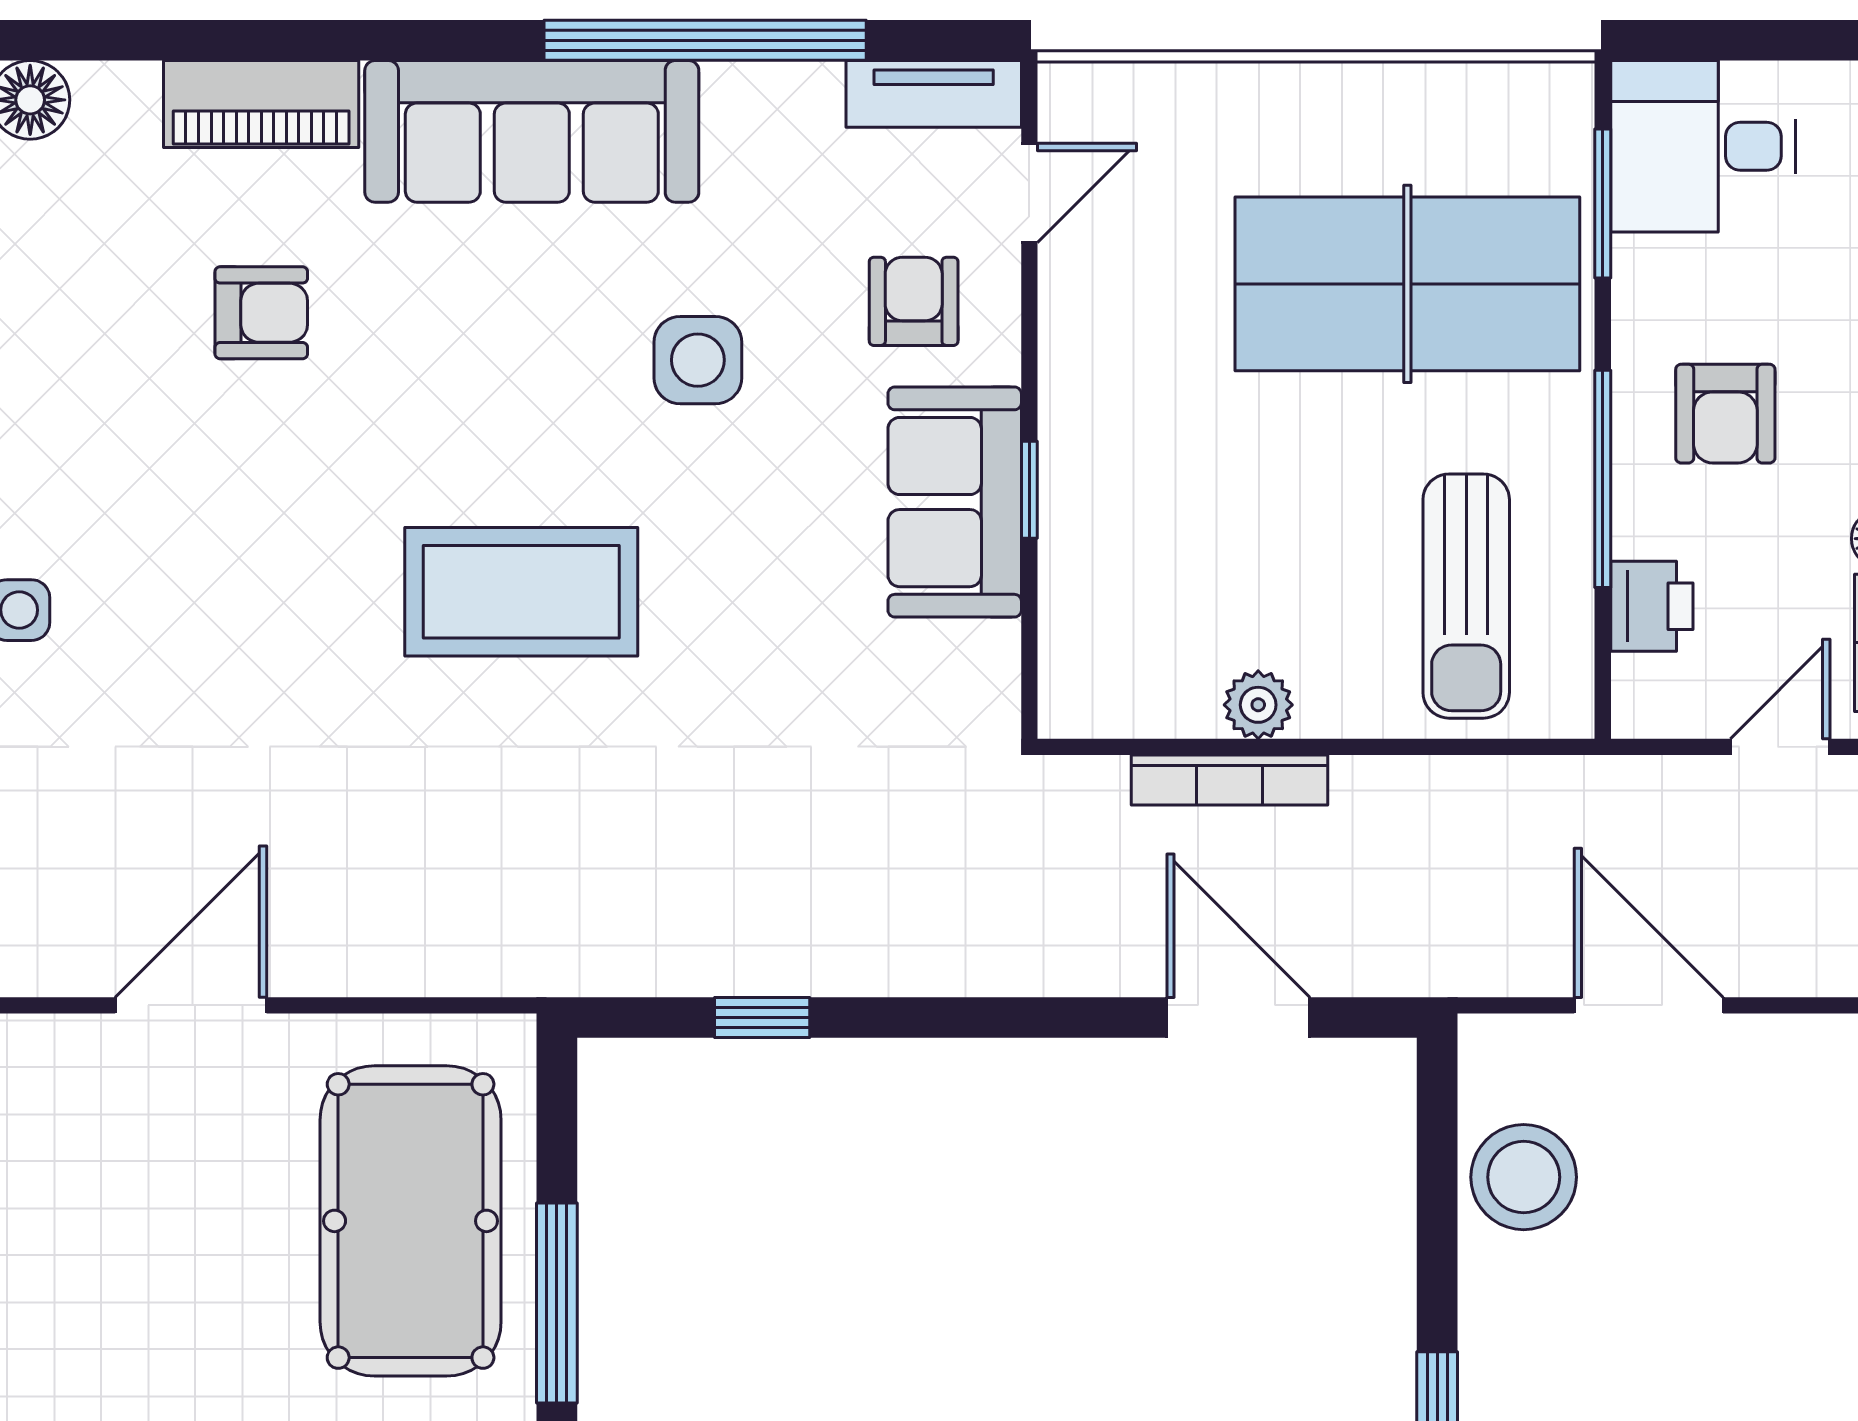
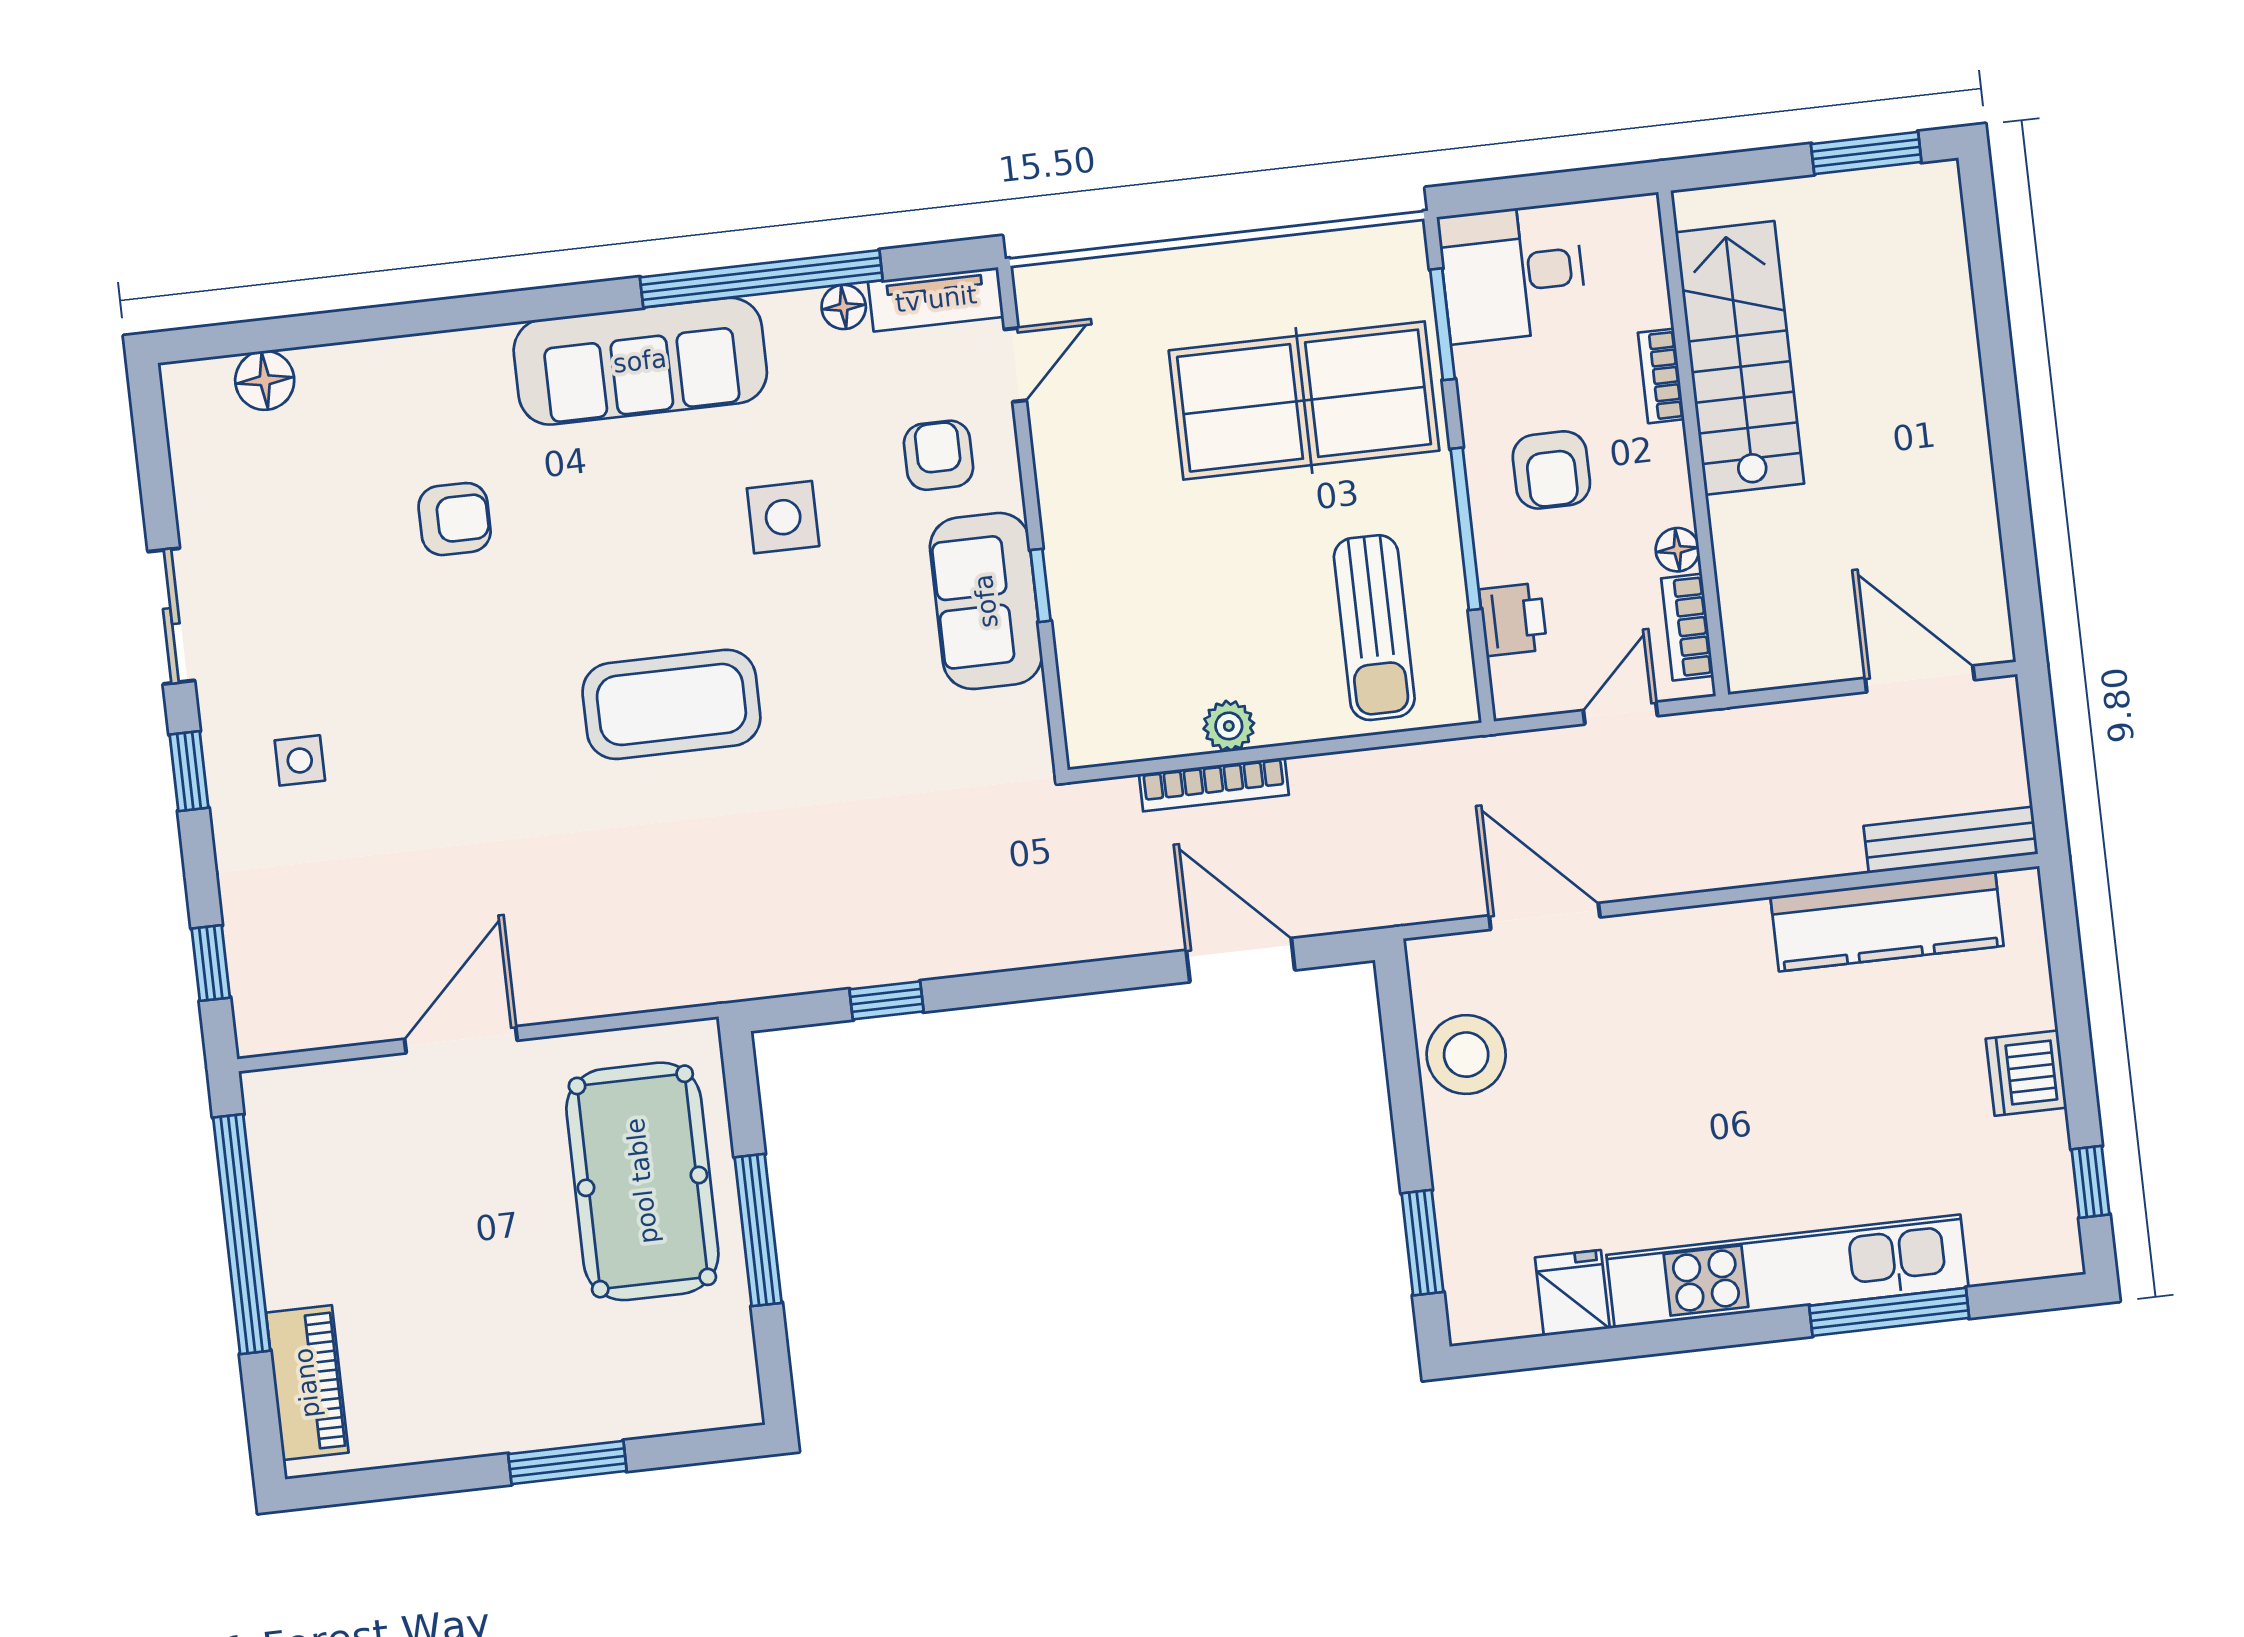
floor lamp: (810, 90) -> (844, 307), added
piano: (261, 104) -> (437, 364), removed

